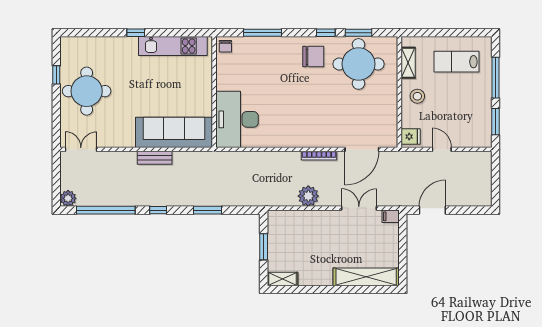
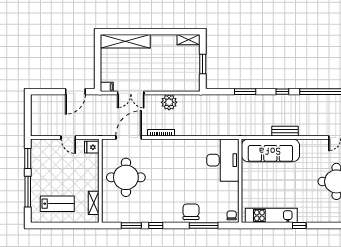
chair: (313, 57) -> (191, 212), moved, turned 90
round table: (359, 64) -> (126, 177), moved
stool: (417, 96) -> (87, 178), removed

